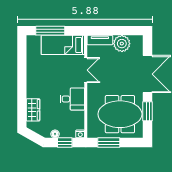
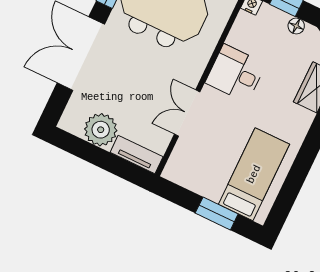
window: (50, 31) -> (217, 213), width x0.69
bed: (63, 45) -> (254, 174), moved, turned -90

